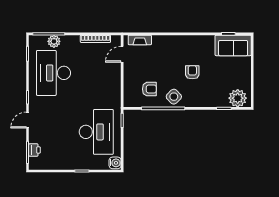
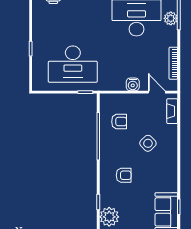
armchair: (192, 72) -> (124, 175), moved
armchair: (149, 89) -> (119, 122), turned -90
side table: (174, 97) -> (148, 143), moved
water cooler: (115, 163) -> (133, 84), moved

